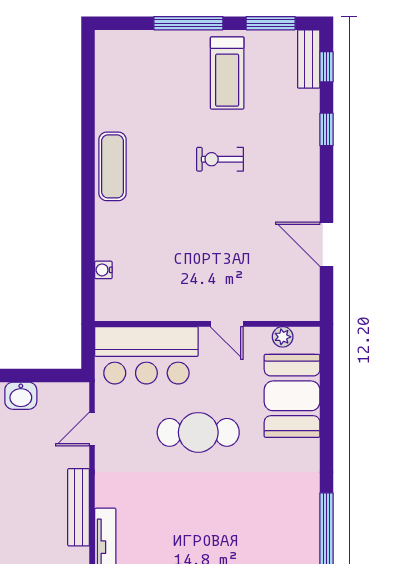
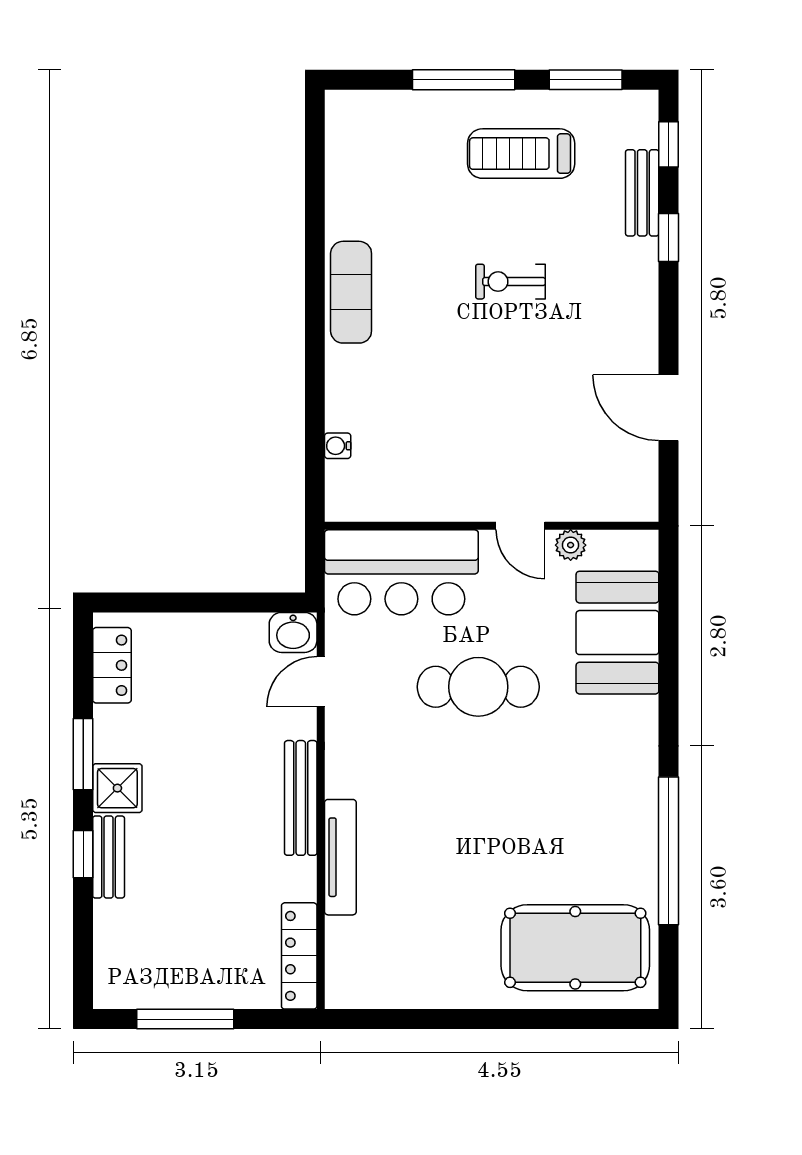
bench: (309, 59) -> (642, 193), moved
treadmill: (227, 73) -> (521, 154), turned 90
plant: (283, 337) -> (571, 545), moved
washbasin: (21, 396) -> (293, 632), moved

